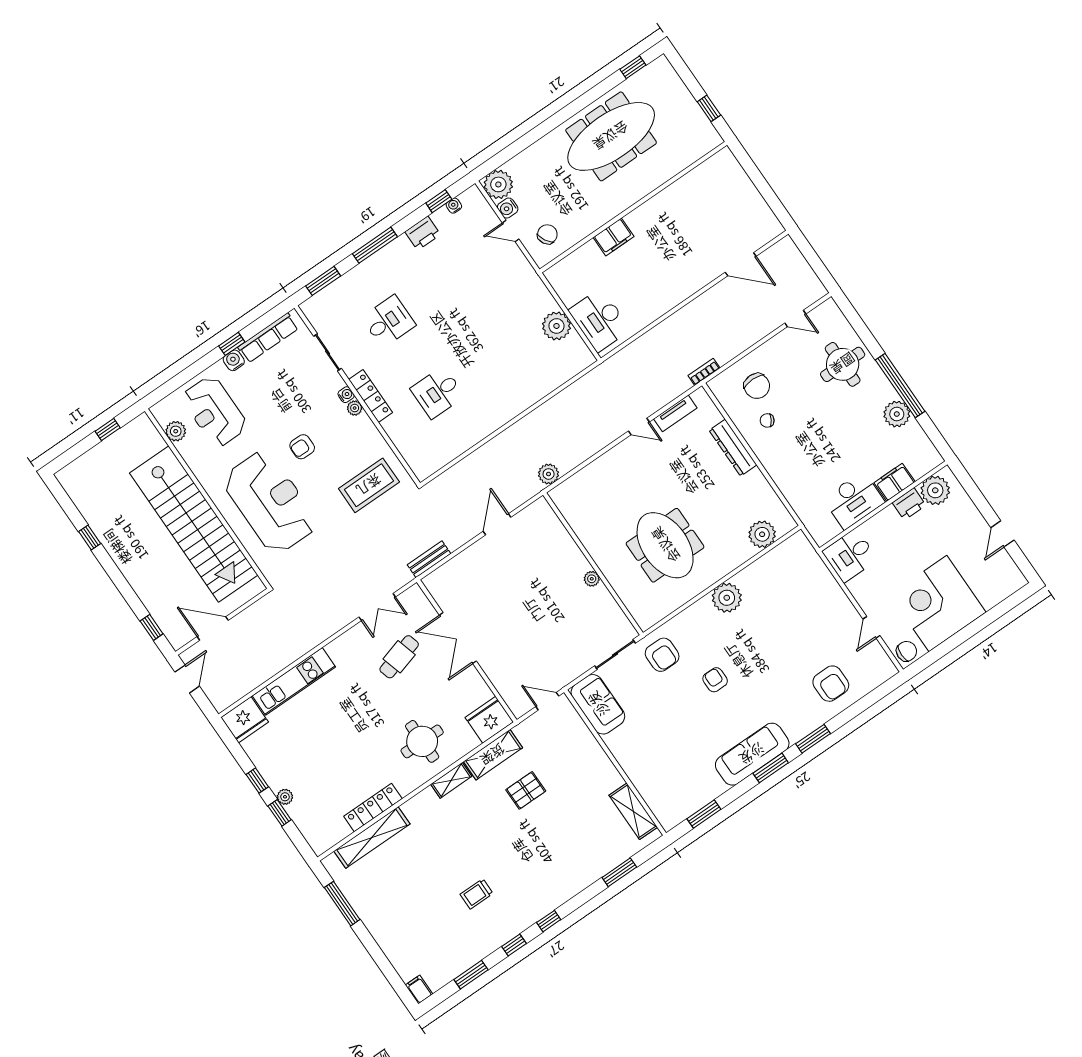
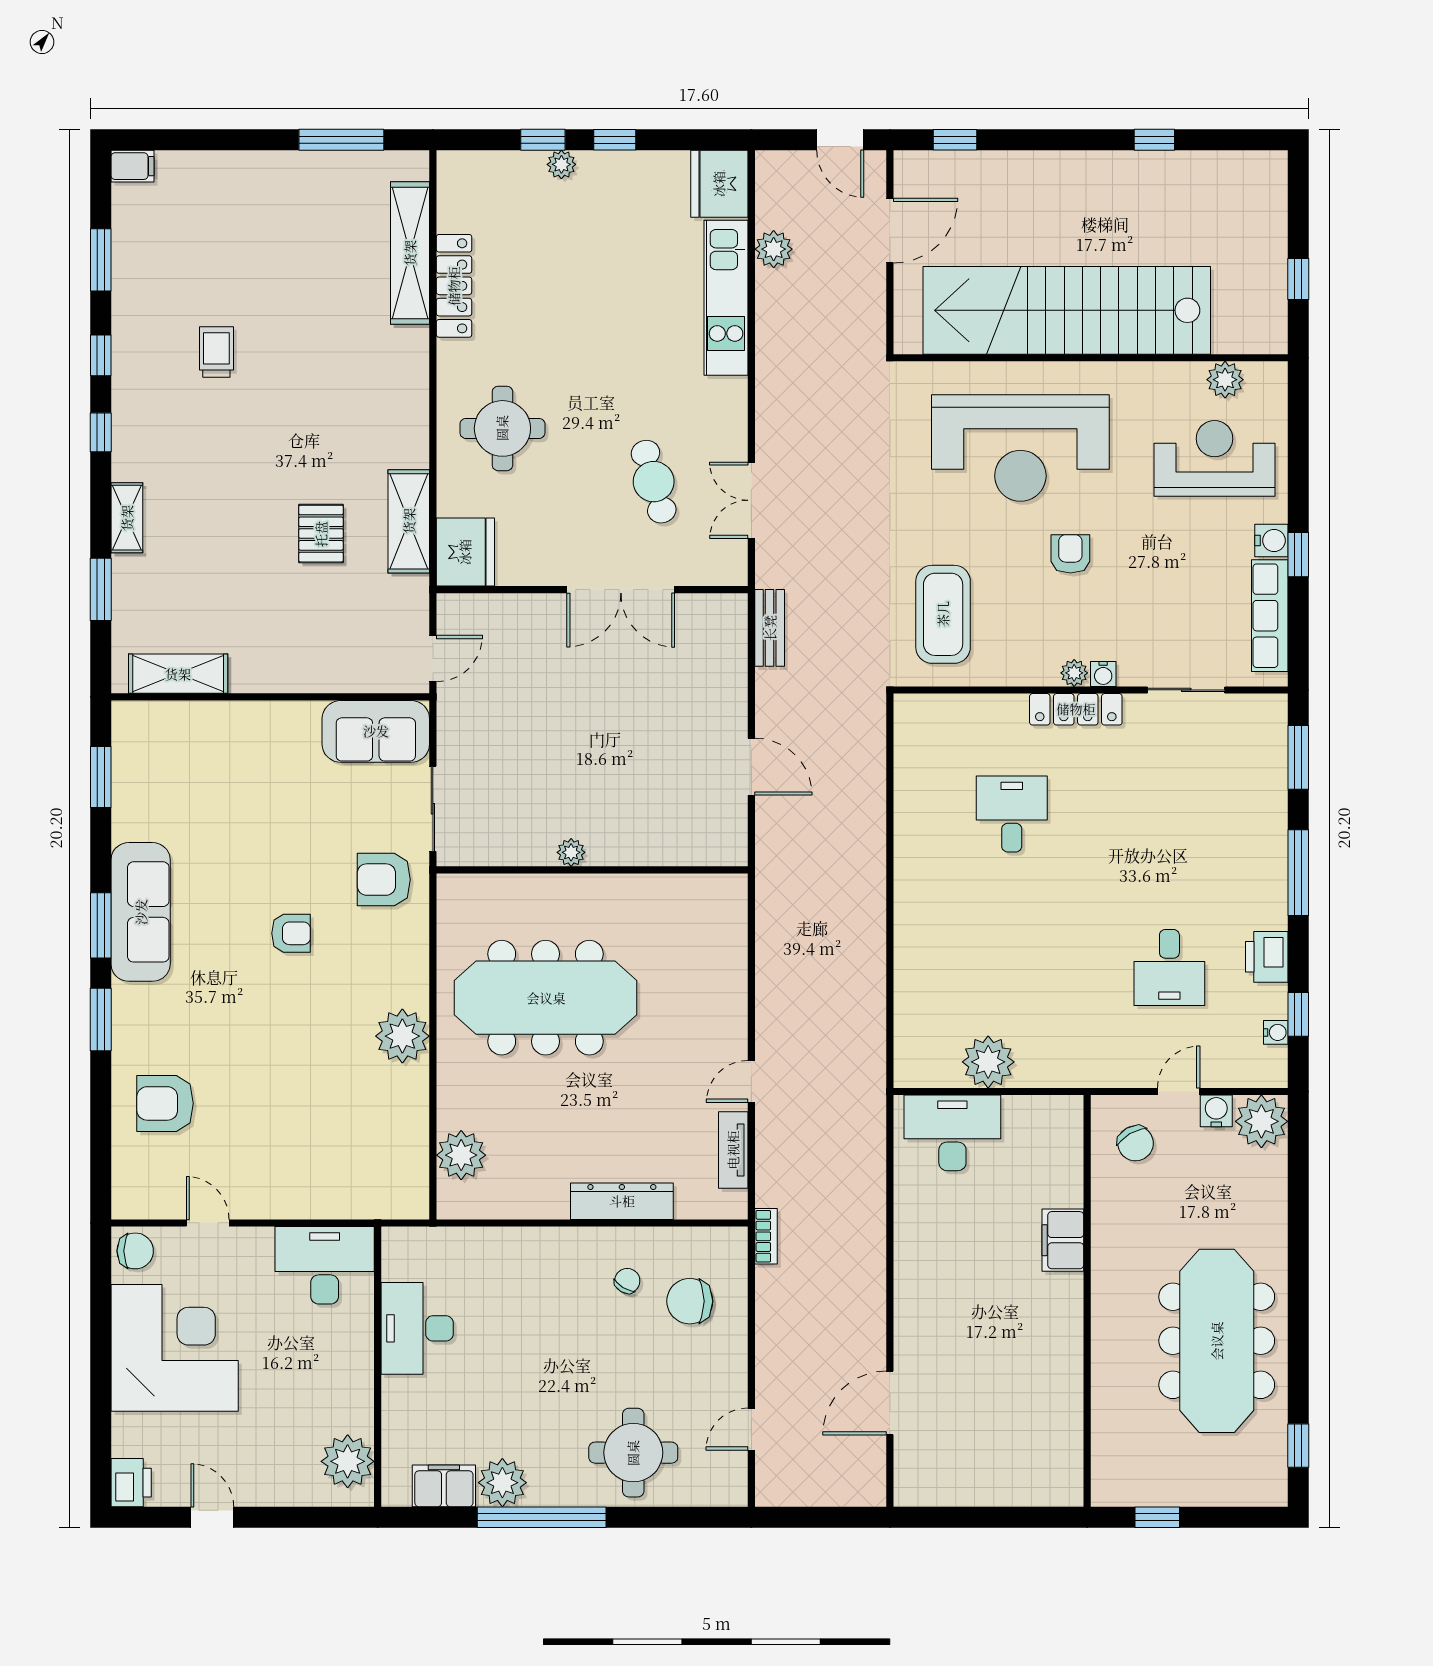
desk: (389, 321) -> (1169, 967), moved
plant: (549, 474) -> (774, 249), moved
filing cabinet: (895, 482) -> (444, 1486), moved, turned -90
printer: (909, 504) -> (131, 1483), moved, turned 180
meeting table: (665, 545) -> (546, 998), width x1.36
desk: (850, 555) -> (325, 1265), width x1.37
double door: (458, 638) -> (621, 590), swing flipped
chair: (907, 651) -> (135, 1251), turned -90
shelving: (451, 780) -> (127, 518), moved

